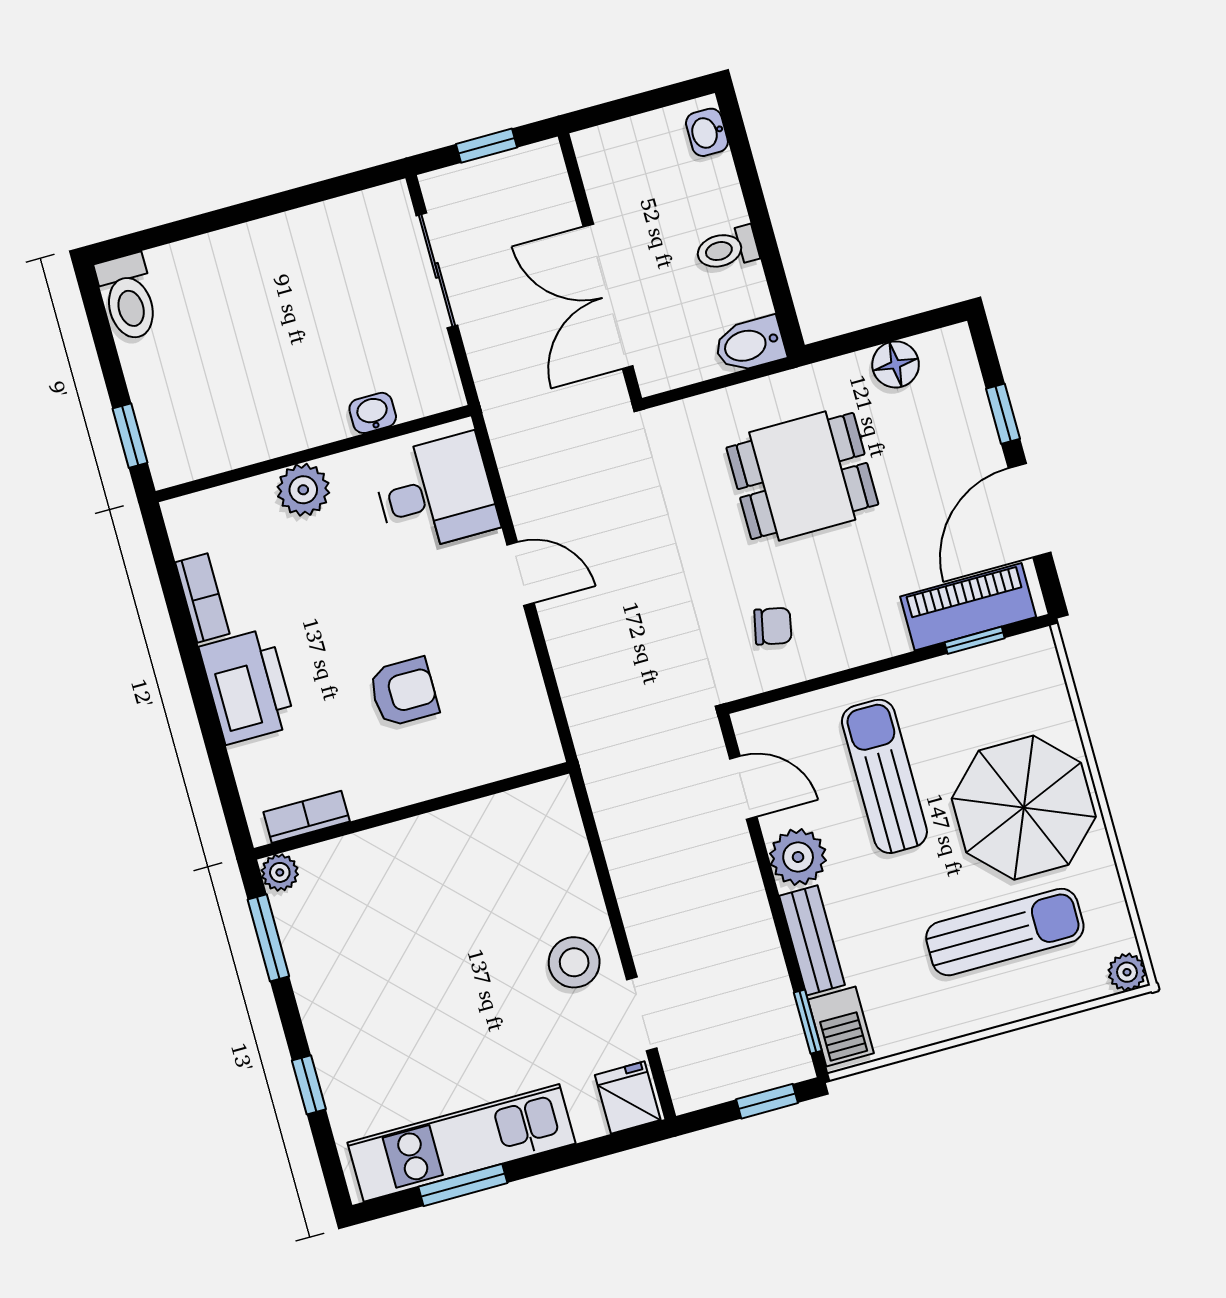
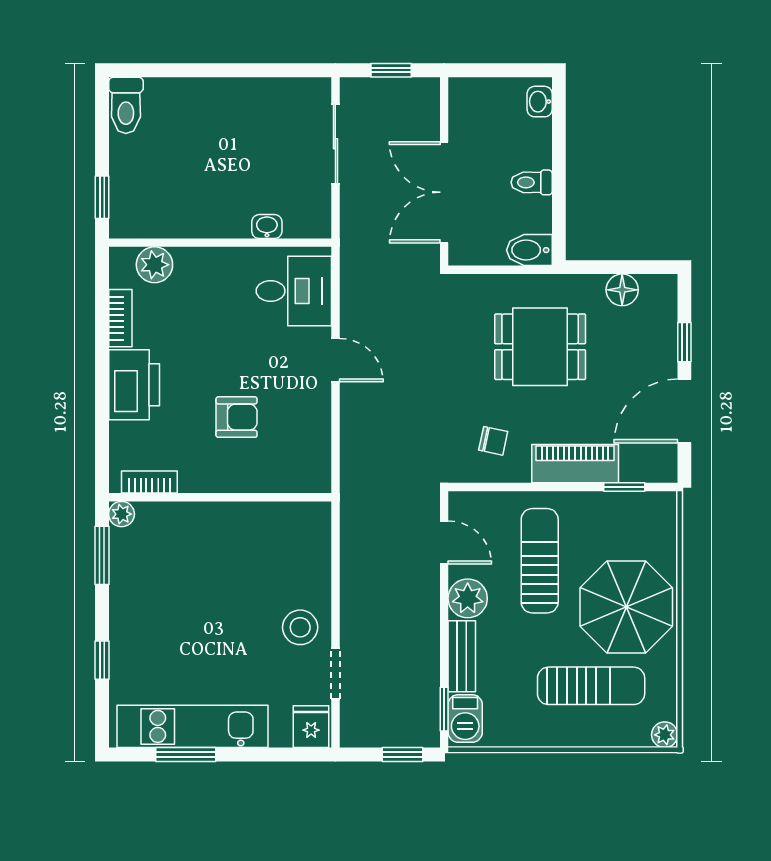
plant: (303, 490) -> (154, 265), moved
piano: (968, 607) -> (575, 464), moved

